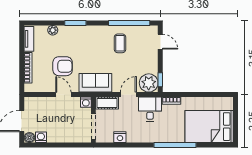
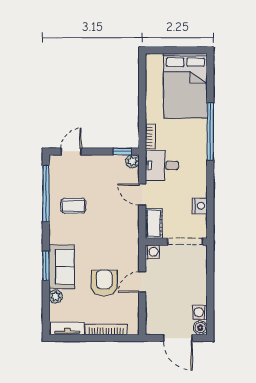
sofa: (95, 83) -> (62, 267), moved, turned 180
plant: (149, 83) -> (133, 161), width x0.53, depth x0.53

